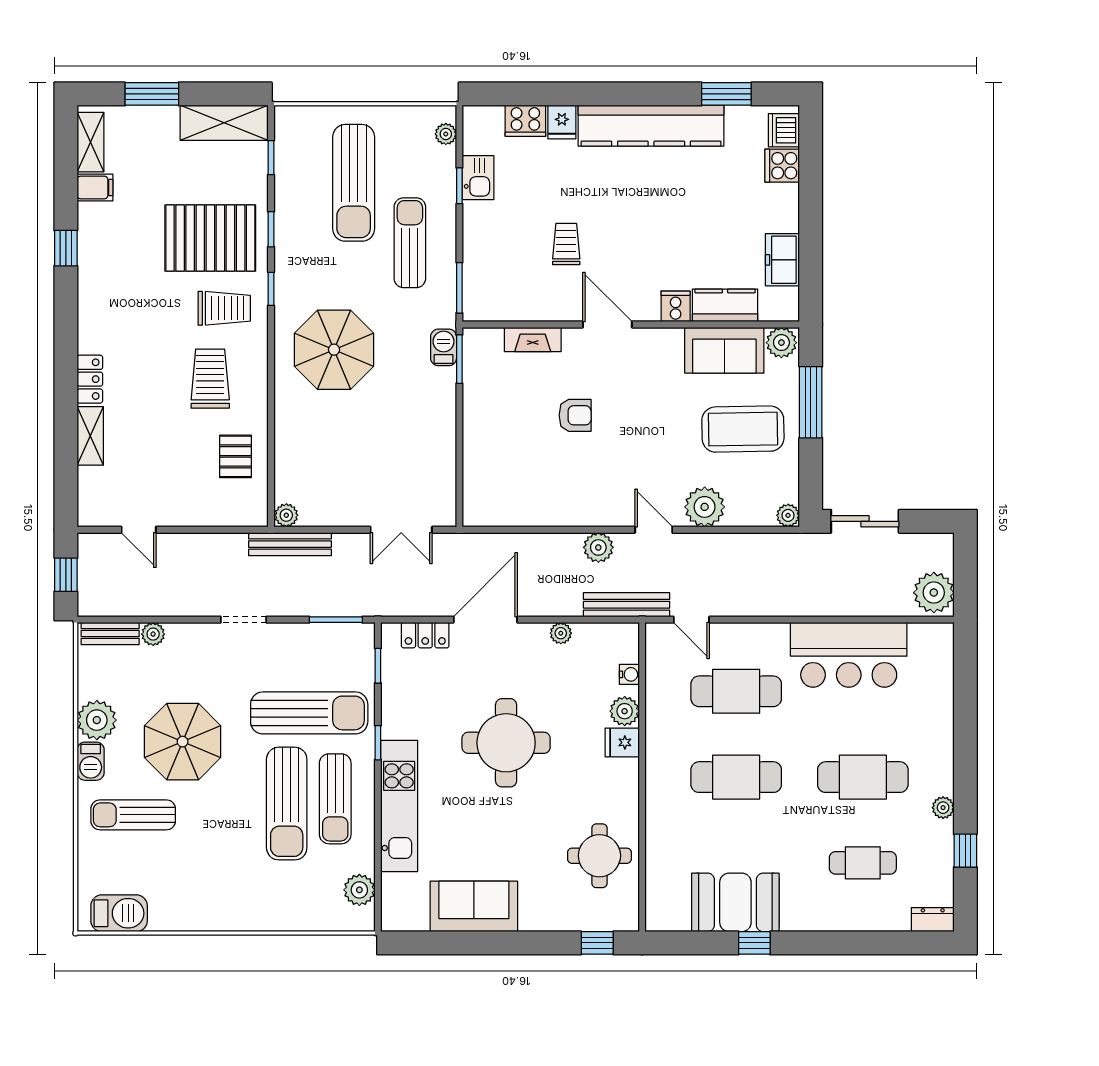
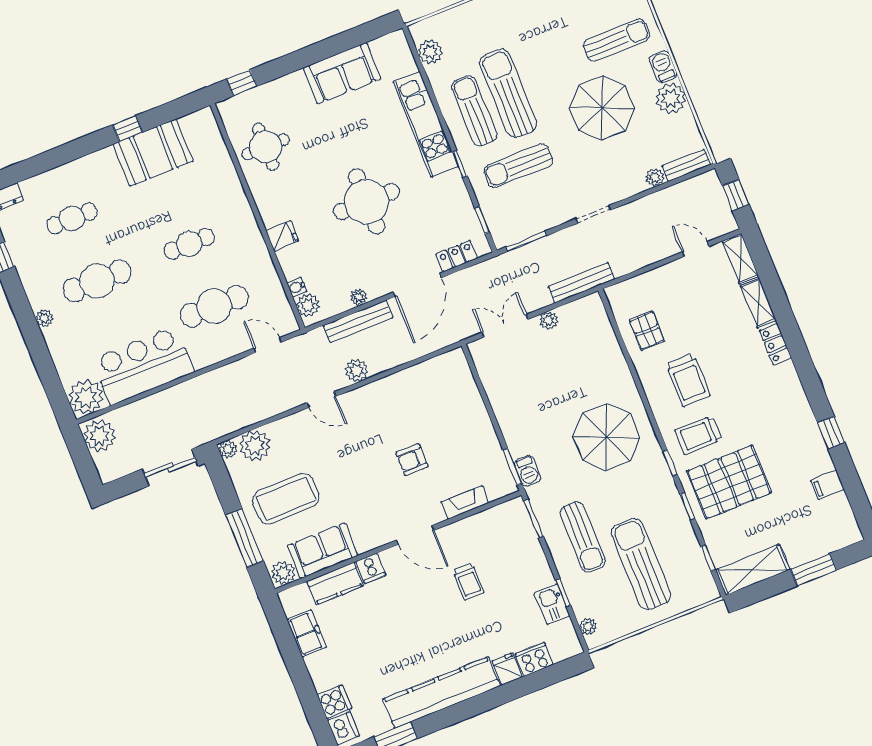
shelving: (90, 142) -> (740, 259), moved
plant: (705, 507) -> (255, 446), moved
plant: (286, 515) -> (549, 320), moved
bench: (627, 605) -> (358, 321), moved
plant: (931, 645) -> (86, 397), added
plant: (625, 711) -> (308, 305), moved
sun lounger: (309, 713) -> (518, 166), width x0.73, depth x0.75
cafe table: (736, 777) -> (189, 244), width x0.73, depth x0.74
plant: (943, 808) -> (44, 318), moved

